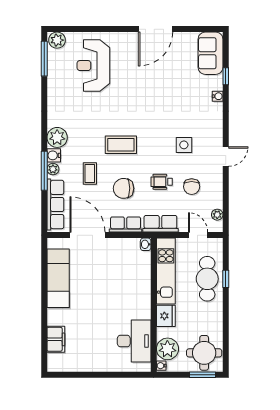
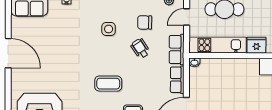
coffee table: (121, 145) -> (108, 84), turned 90
wheelchair: (162, 182) -> (140, 48), turned 146
chair: (192, 187) -> (145, 22), turned 180
chair: (124, 188) -> (146, 81), removed

